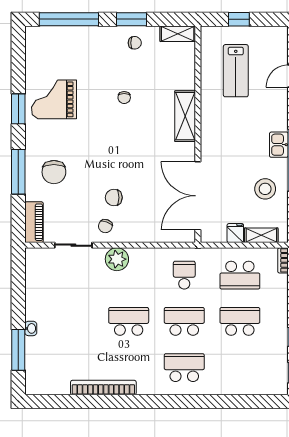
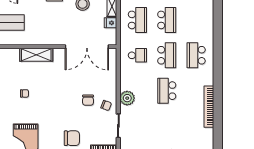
school desk: (184, 275) -> (137, 55), turned 180
school desk: (184, 321) -> (167, 55), turned 180
school desk: (240, 321) -> (167, 20), turned 180

